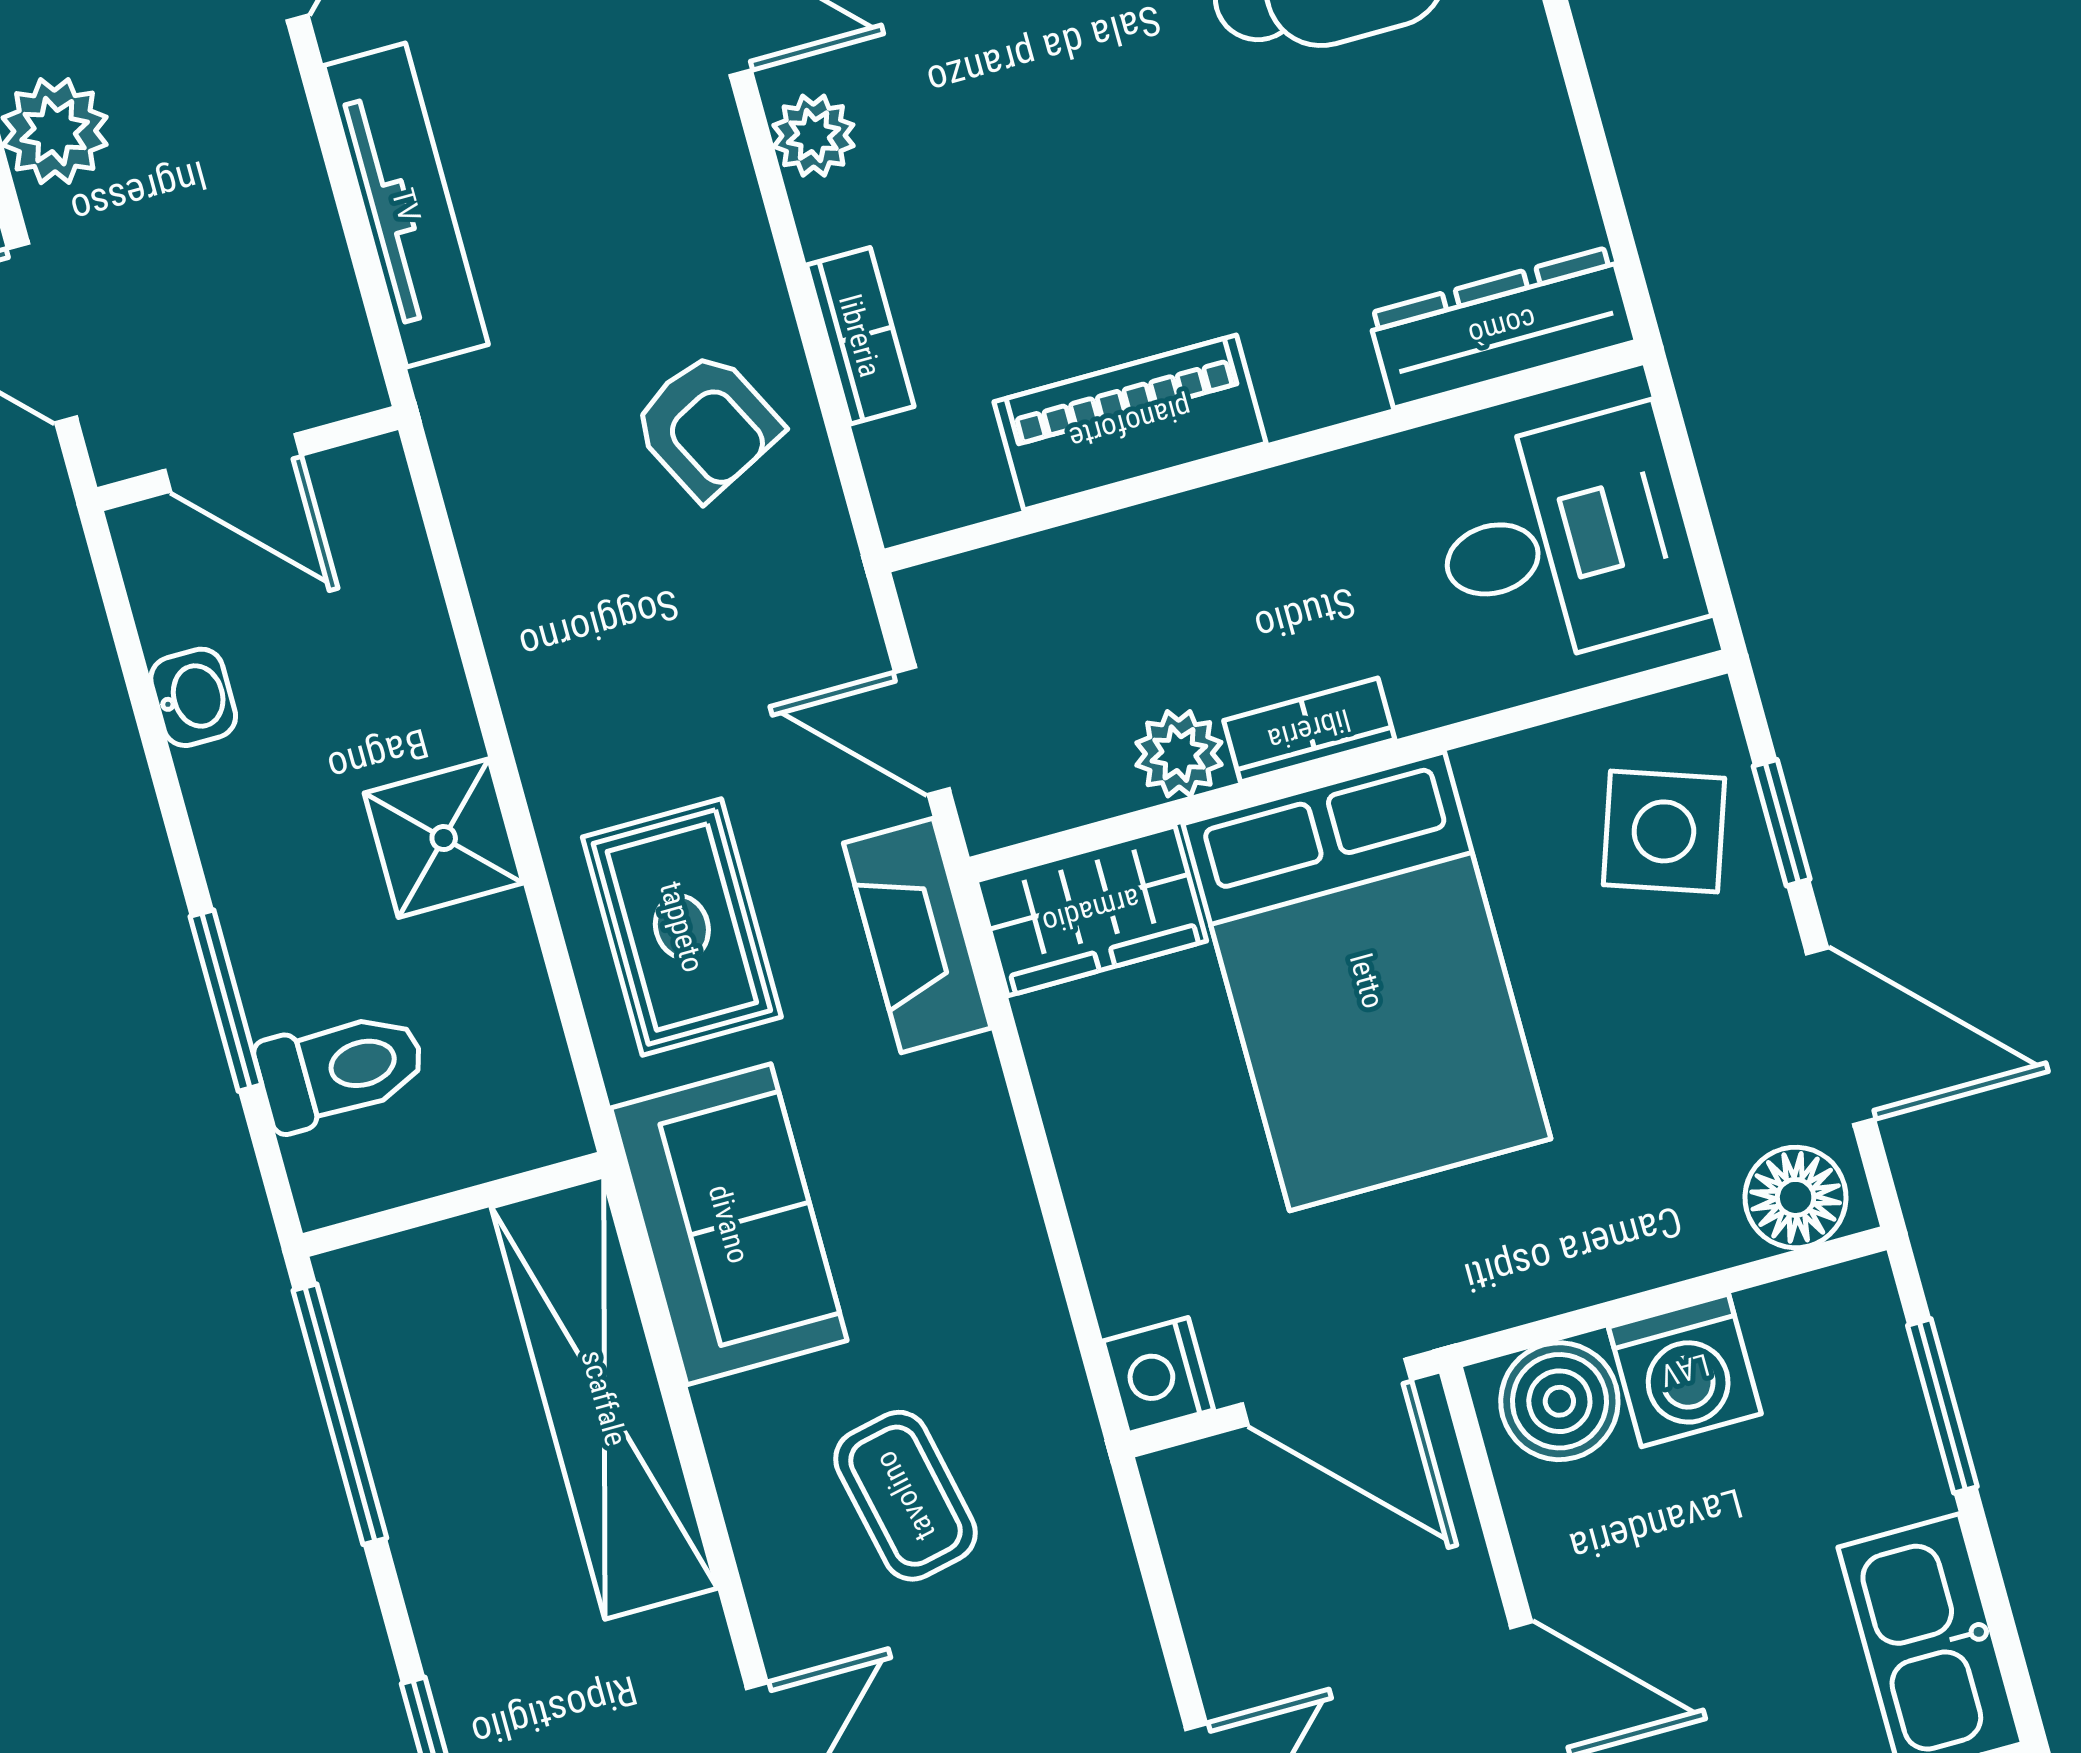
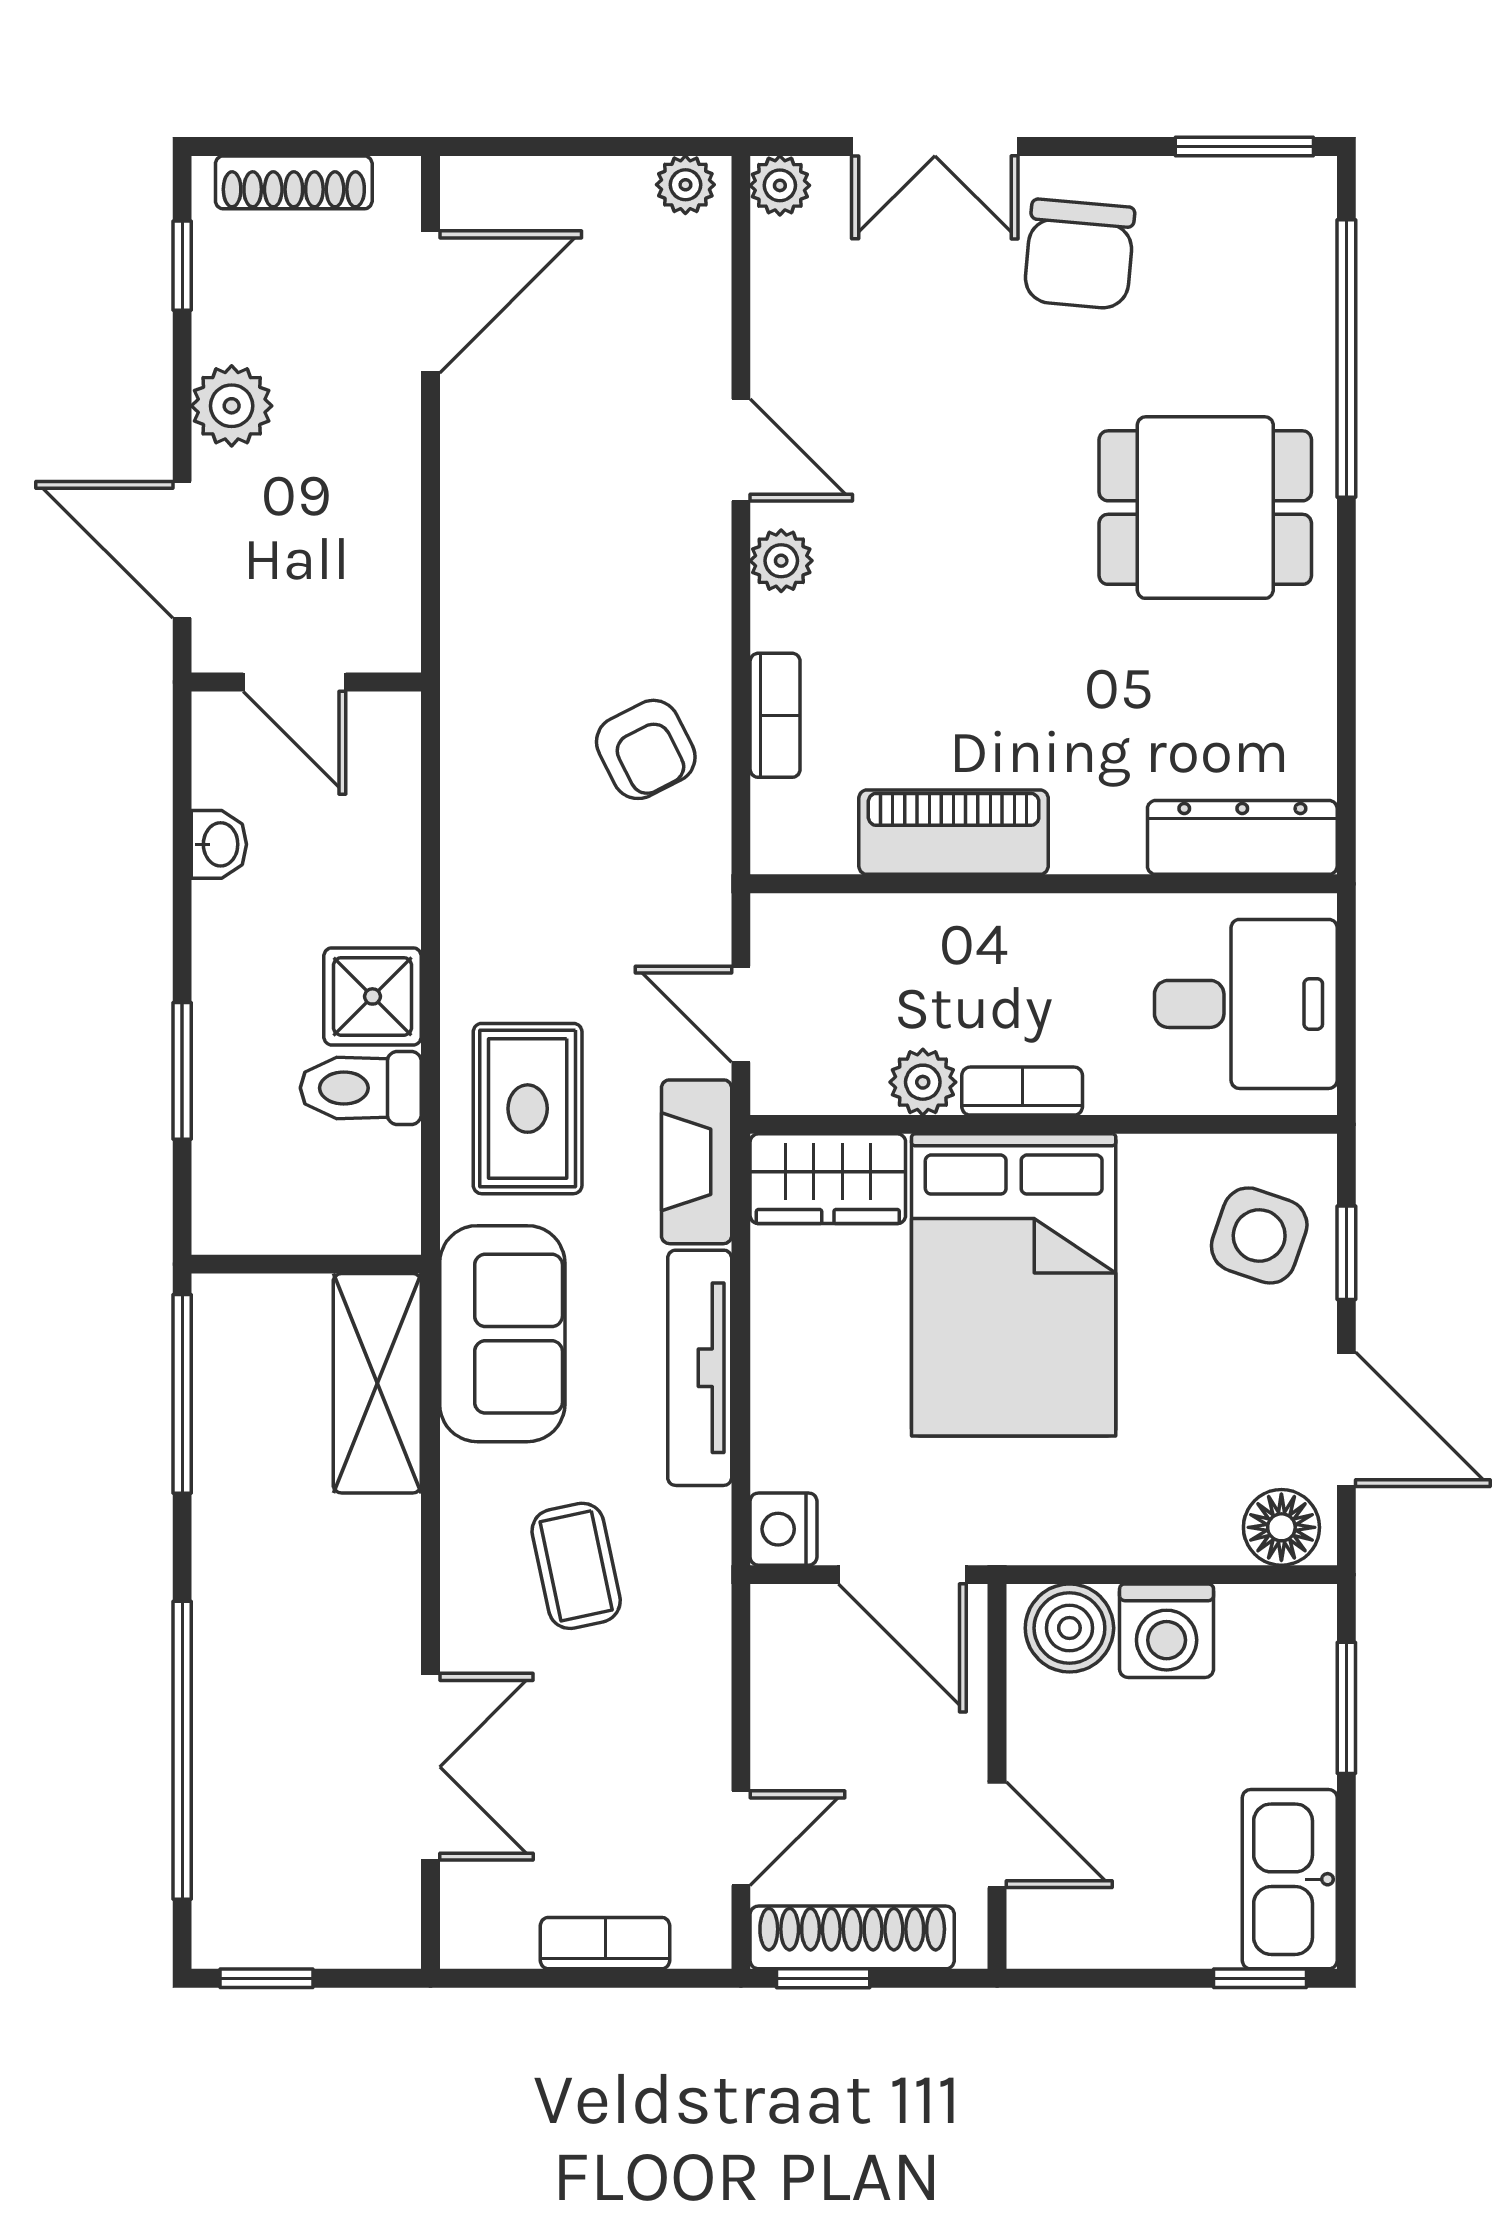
tv unit: (406, 205) -> (700, 1368), moved, turned 180
toilet: (341, 1069) -> (361, 1088), moved, turned 180
shelving: (604, 1398) -> (377, 1383), width x0.68

